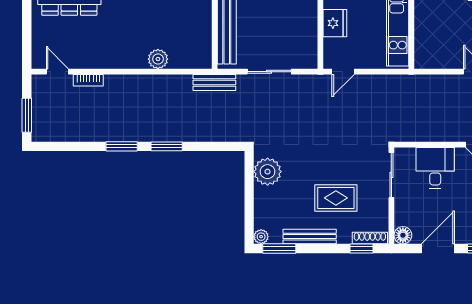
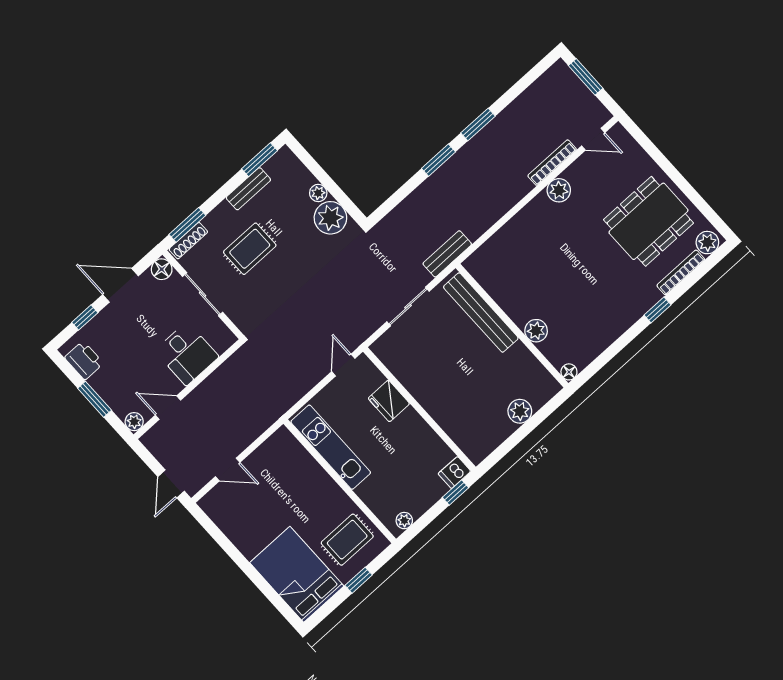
plant: (158, 59) -> (559, 190), moved
bookcase: (88, 80) -> (552, 163), width x1.56
sliding door: (391, 175) -> (203, 294), moved
plant: (261, 237) -> (318, 193), moved
bench: (310, 237) -> (248, 189), width x0.73
window: (362, 249) -> (187, 225), width x1.50
door: (438, 249) -> (121, 285), swing flipped

